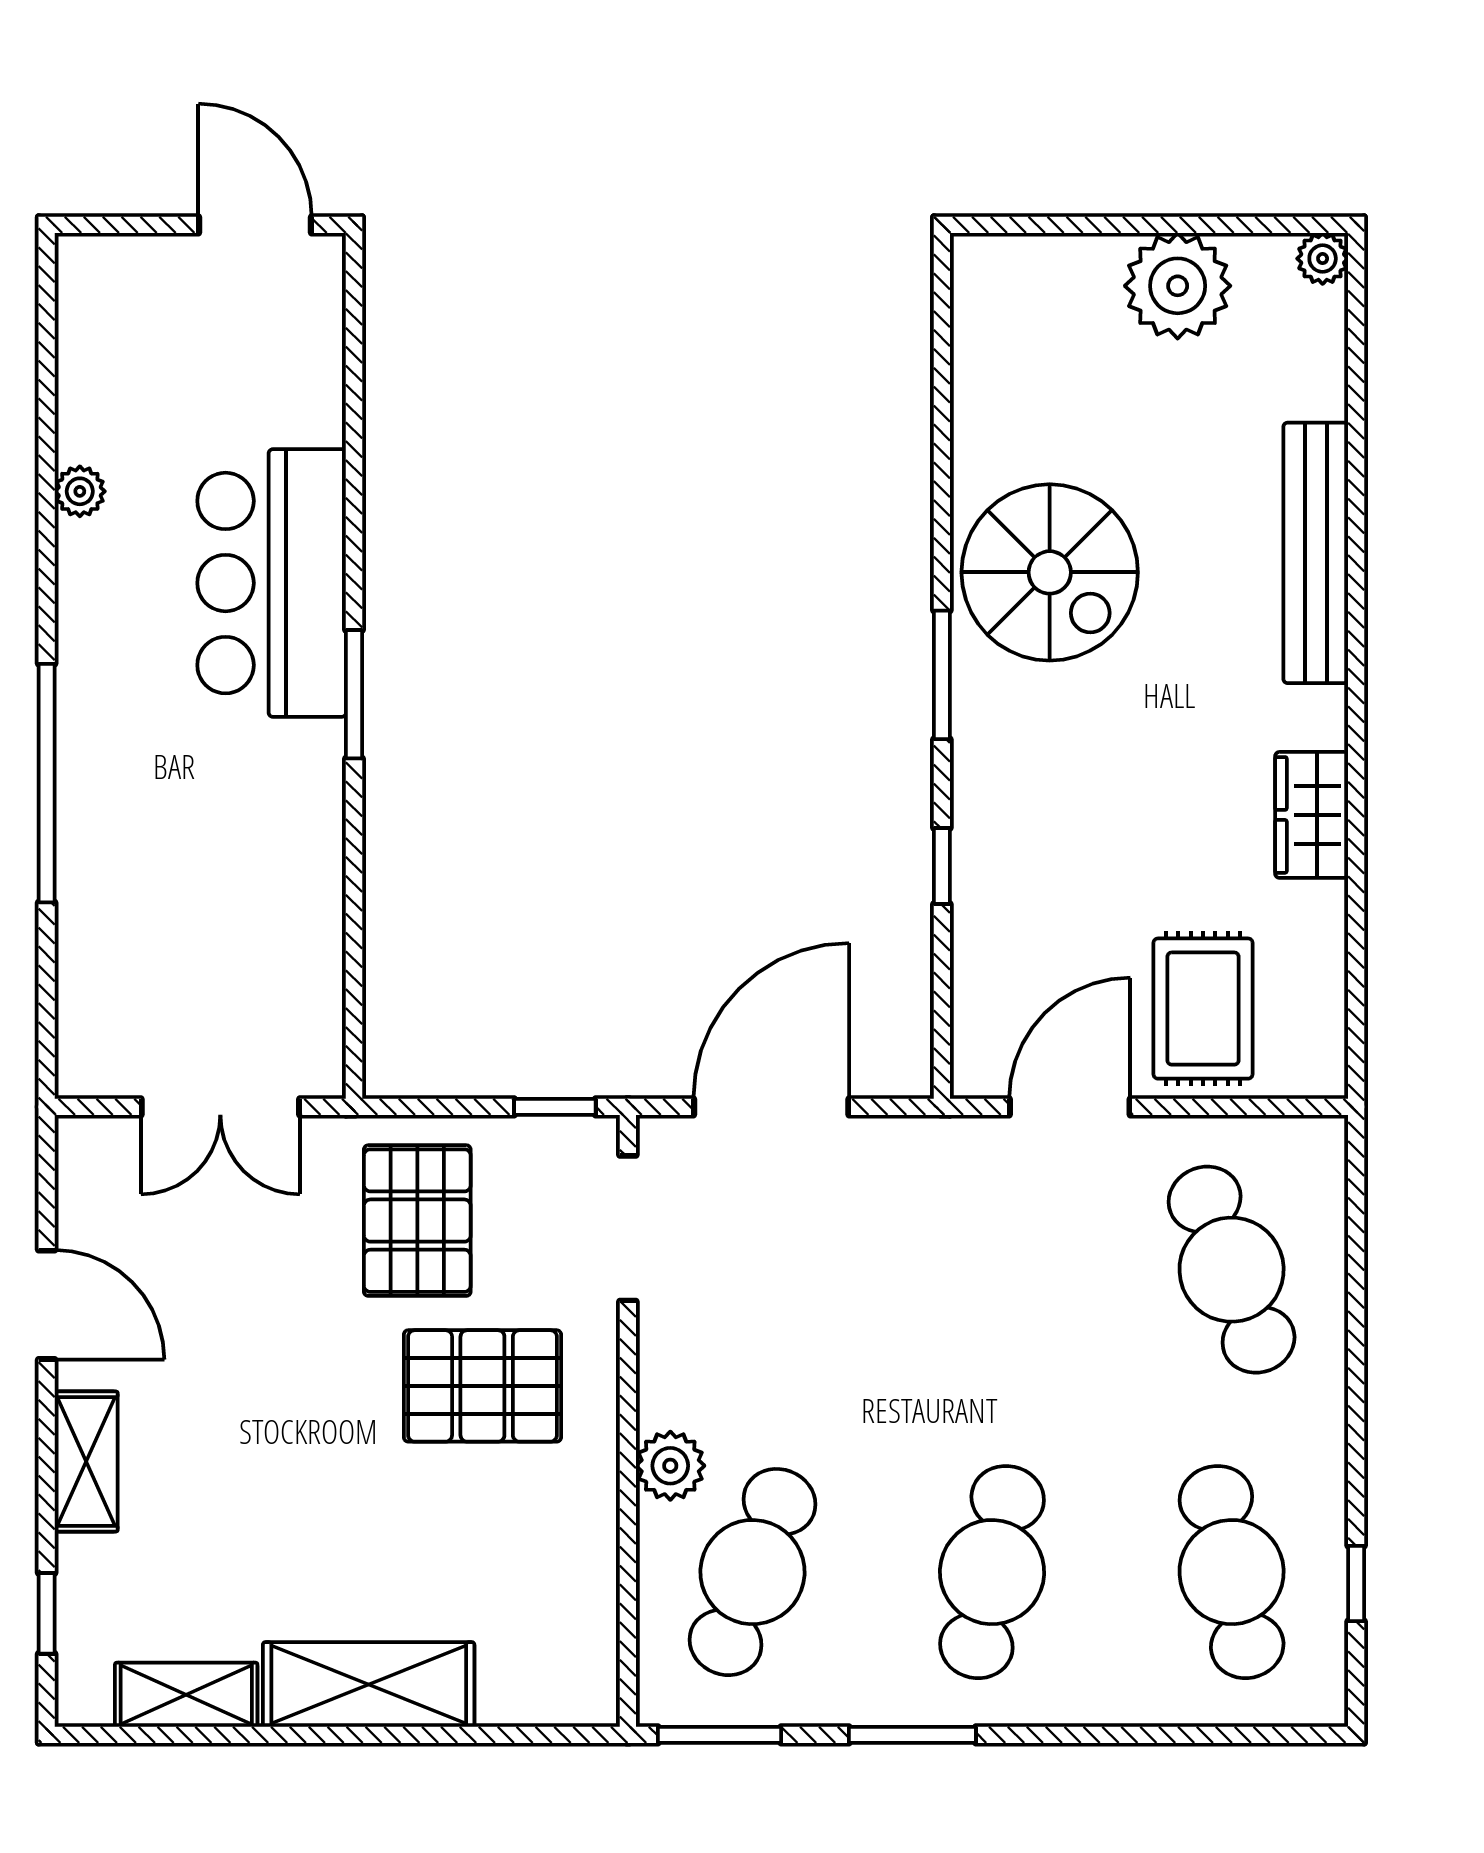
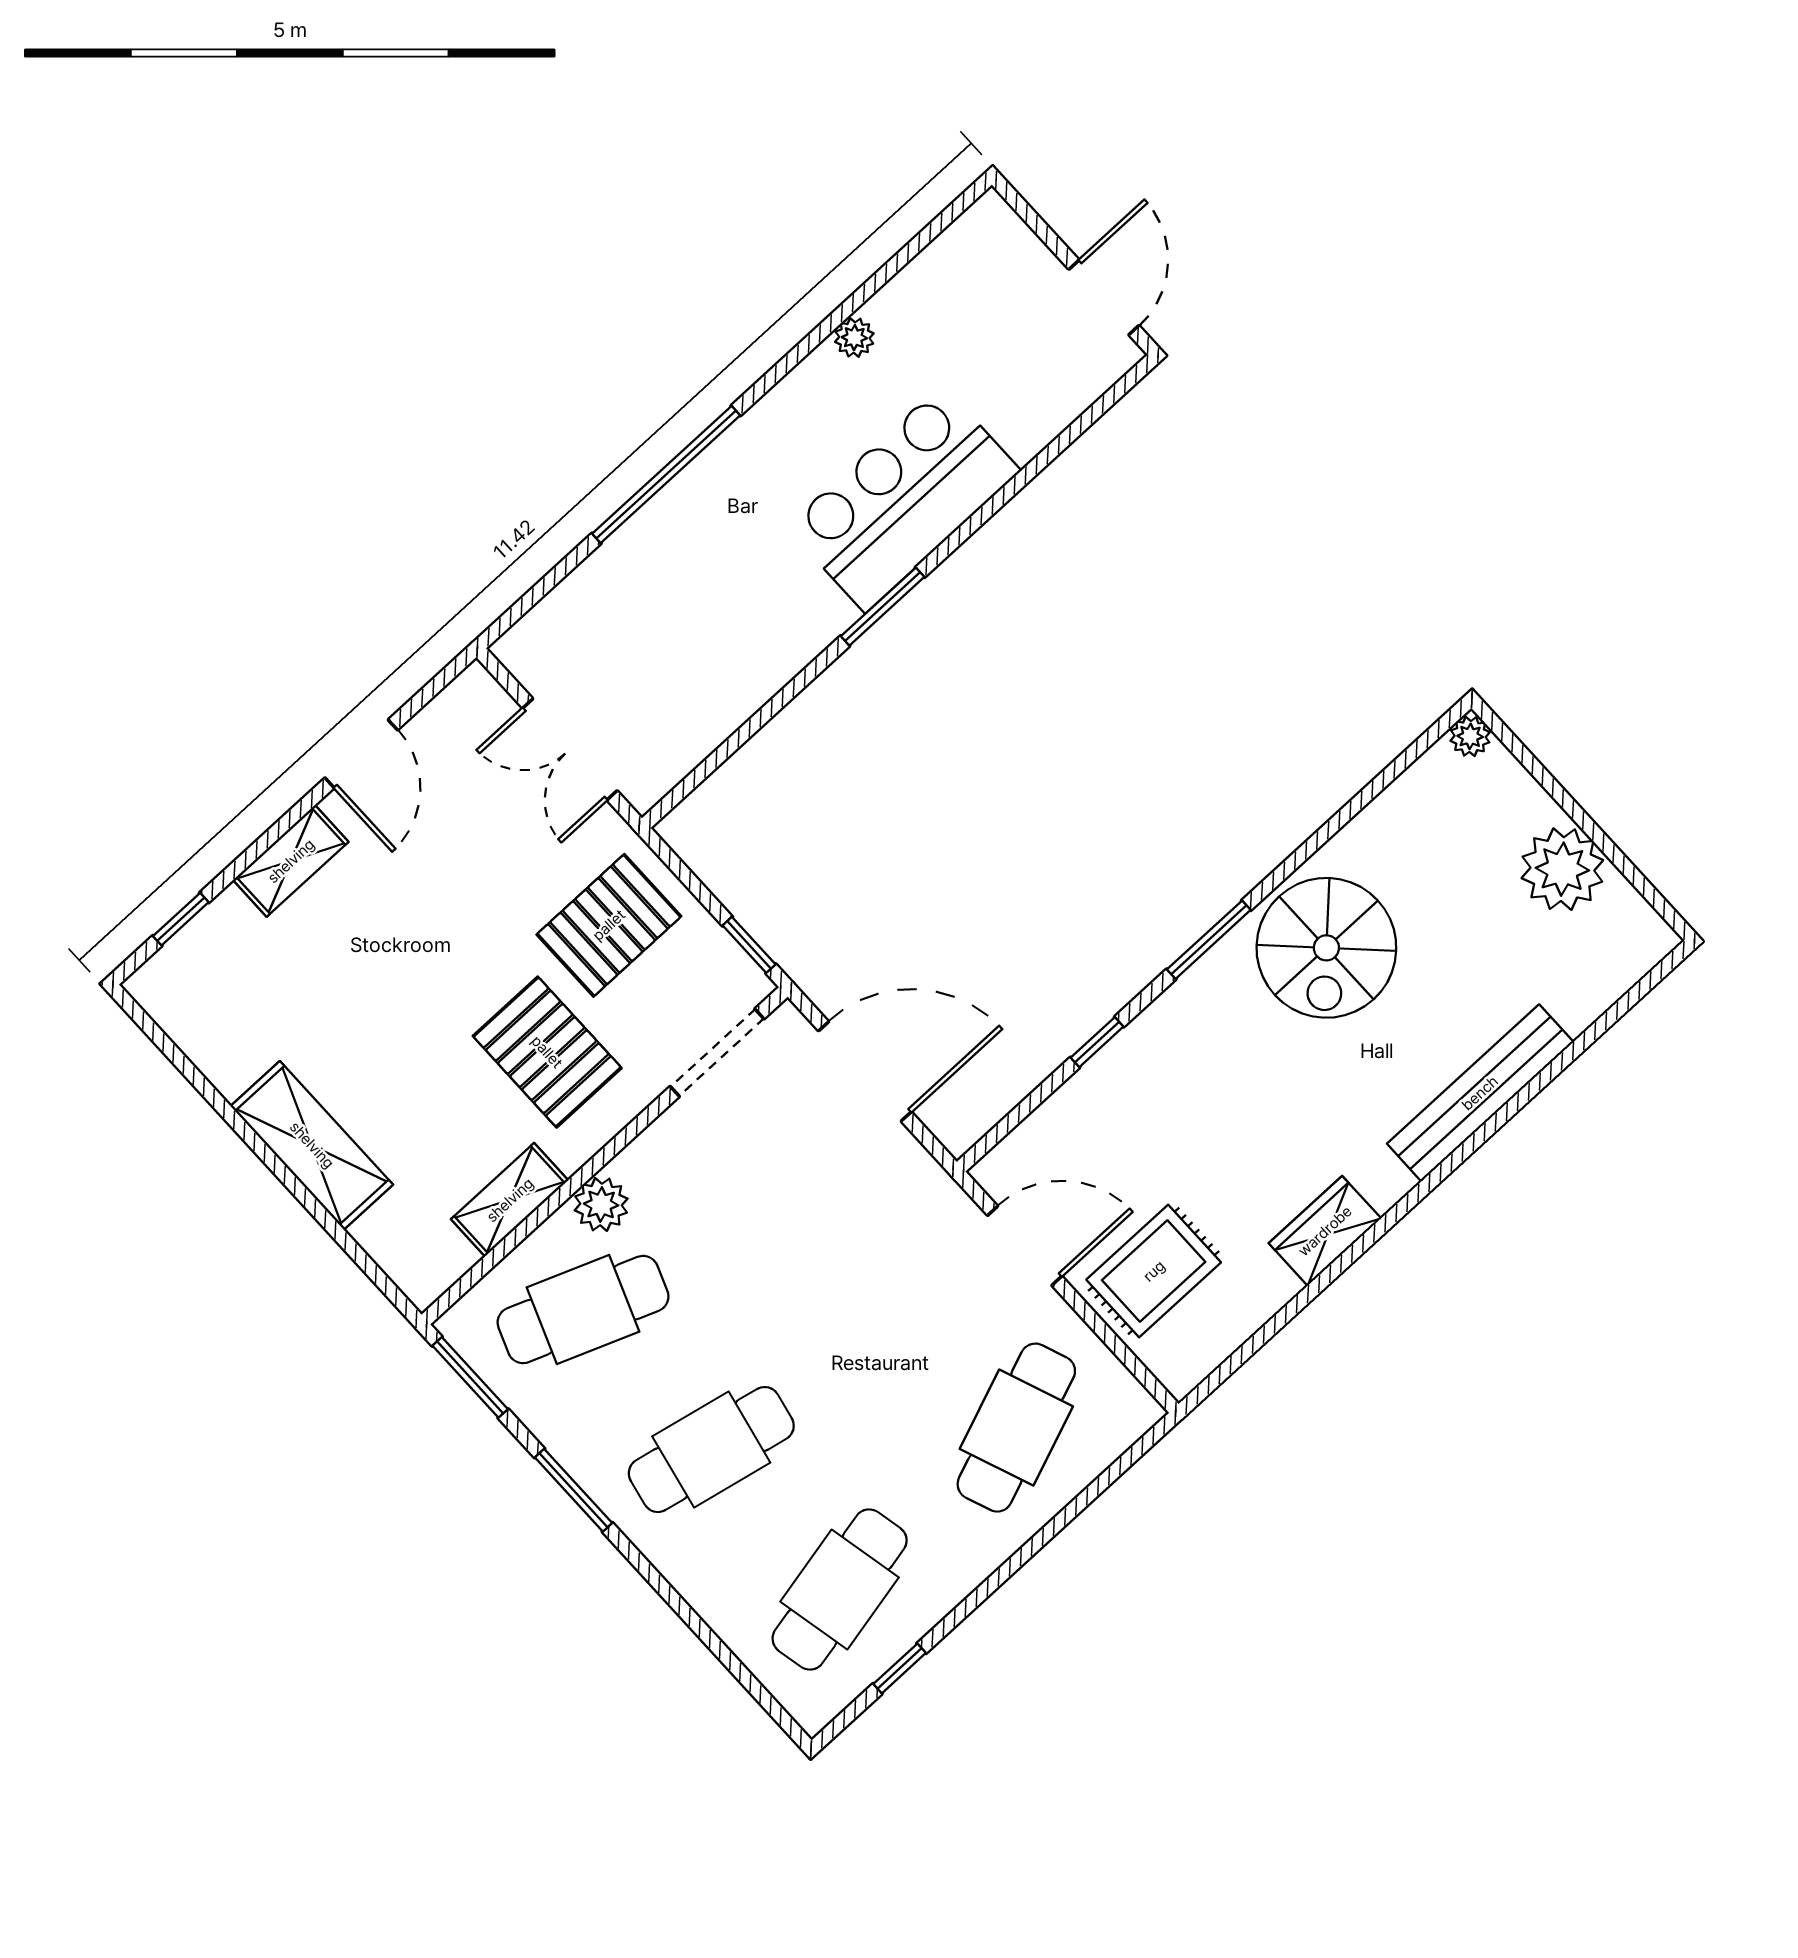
plant: (1323, 259) -> (1470, 736), moved
shelving: (186, 1695) -> (510, 1200), moved, turned 90

